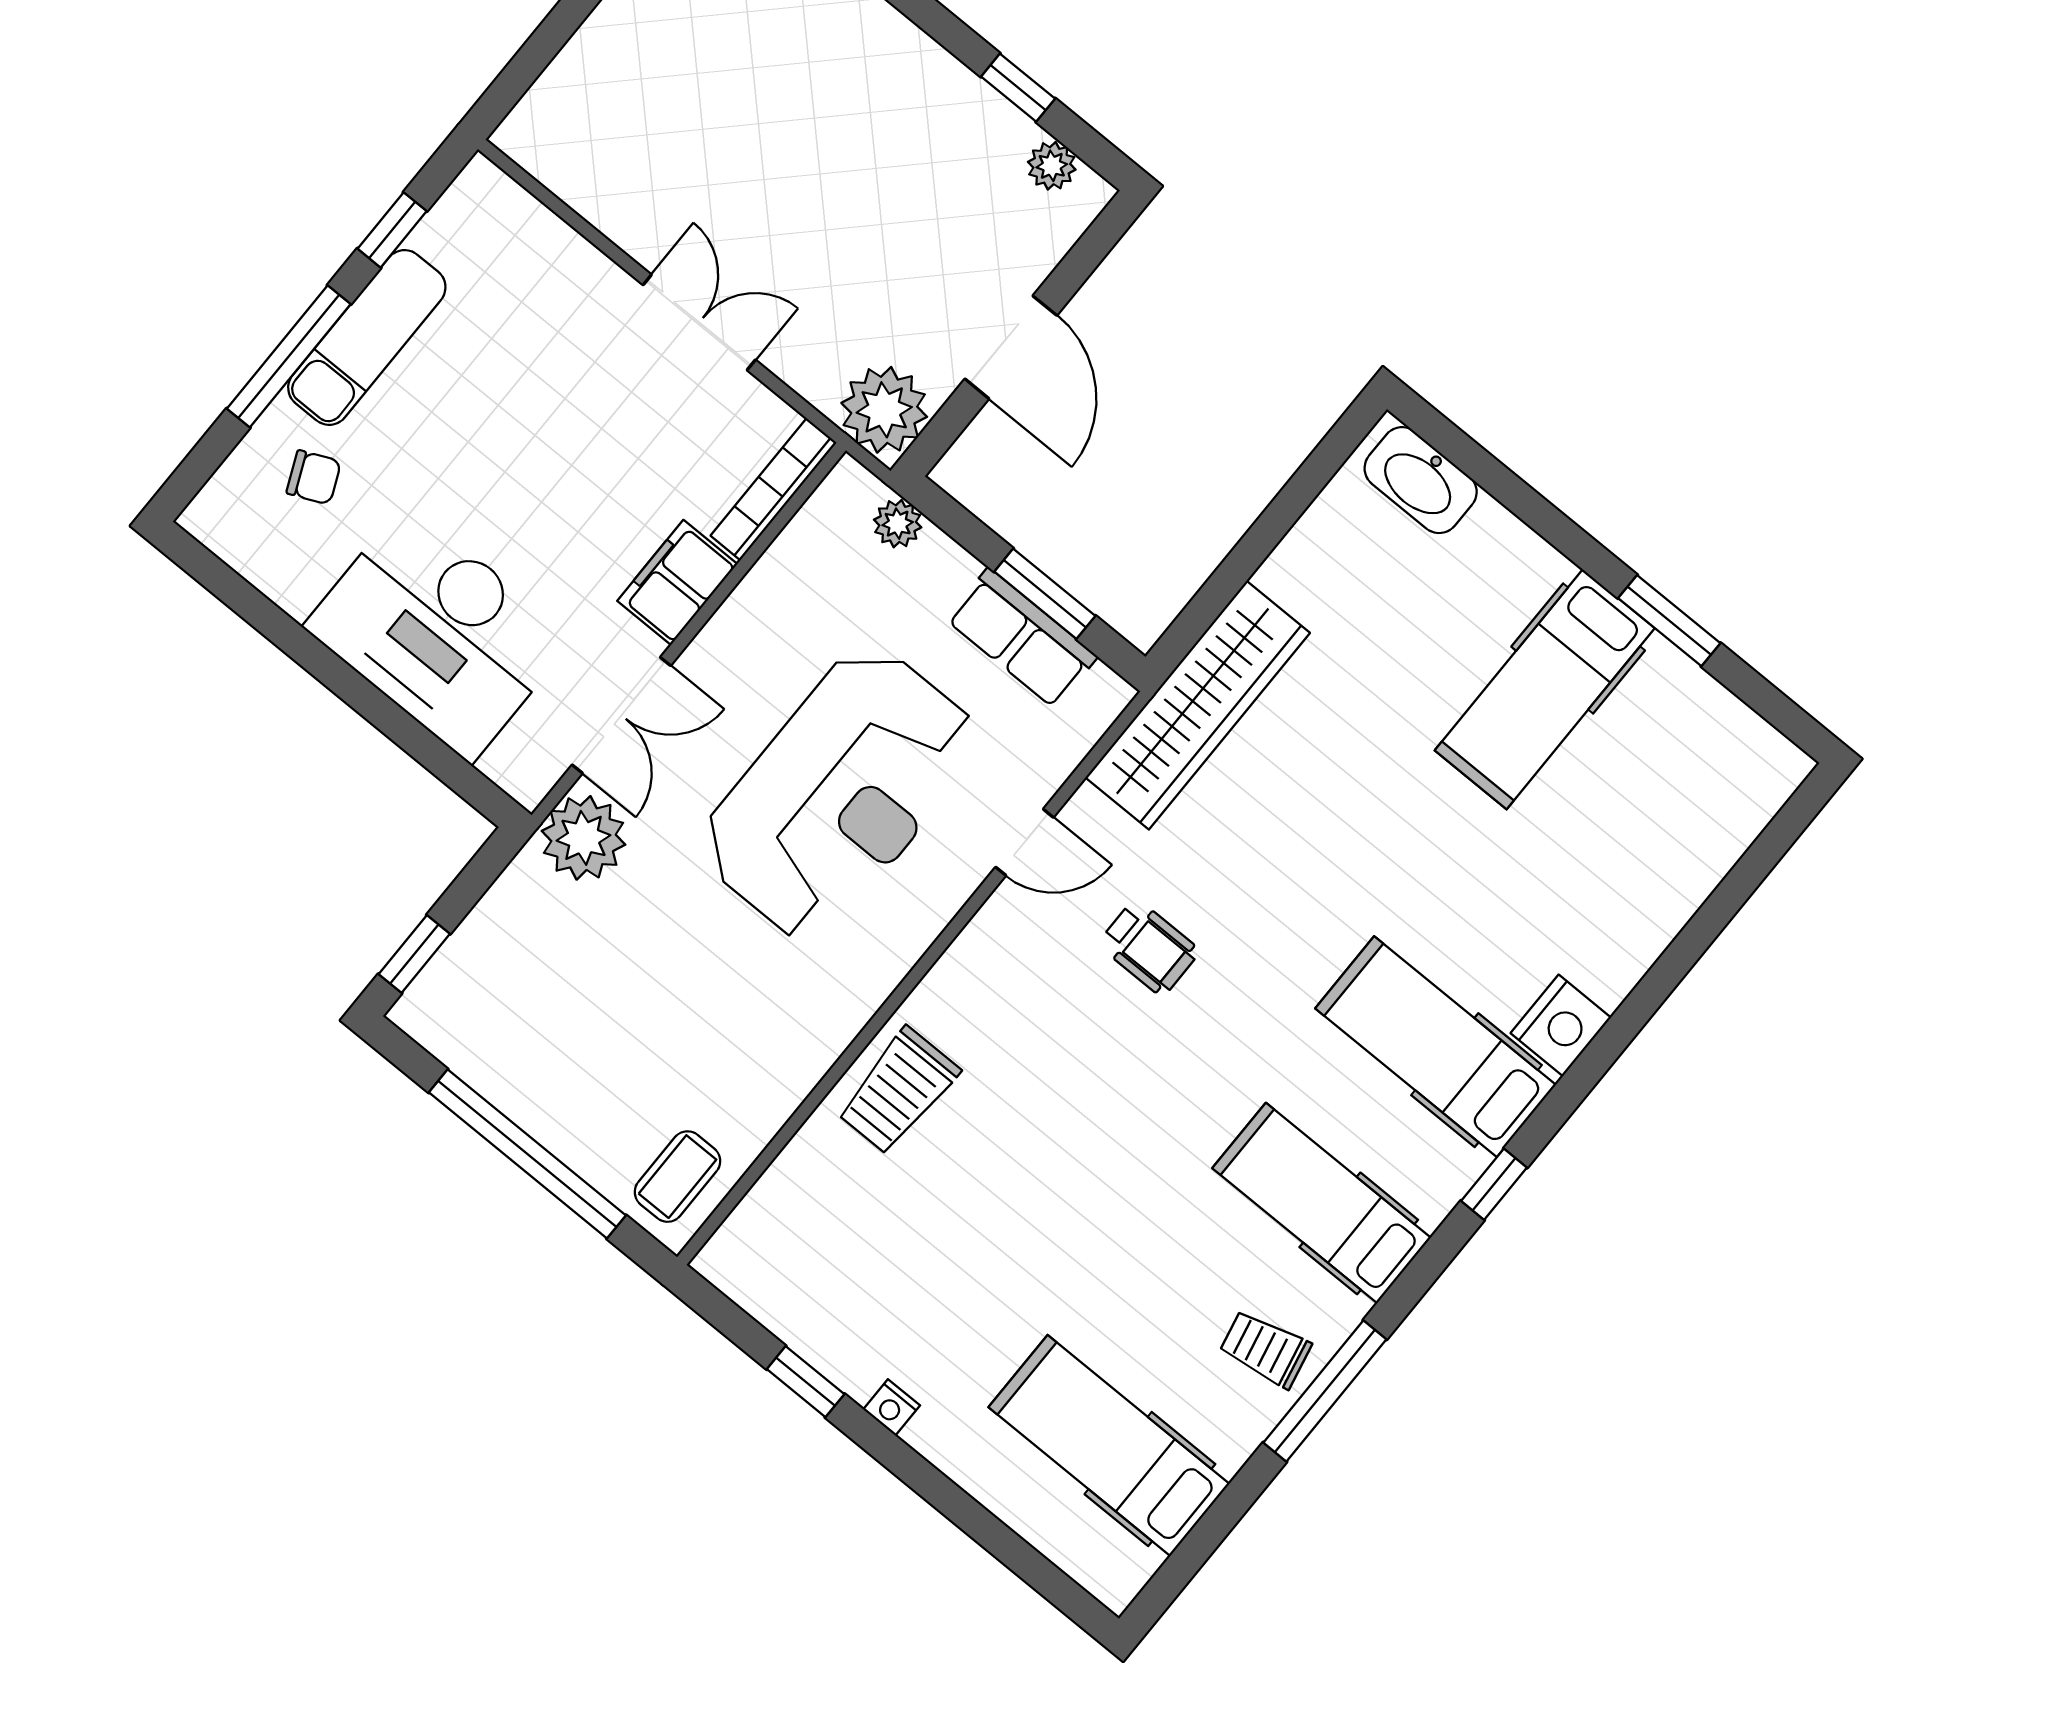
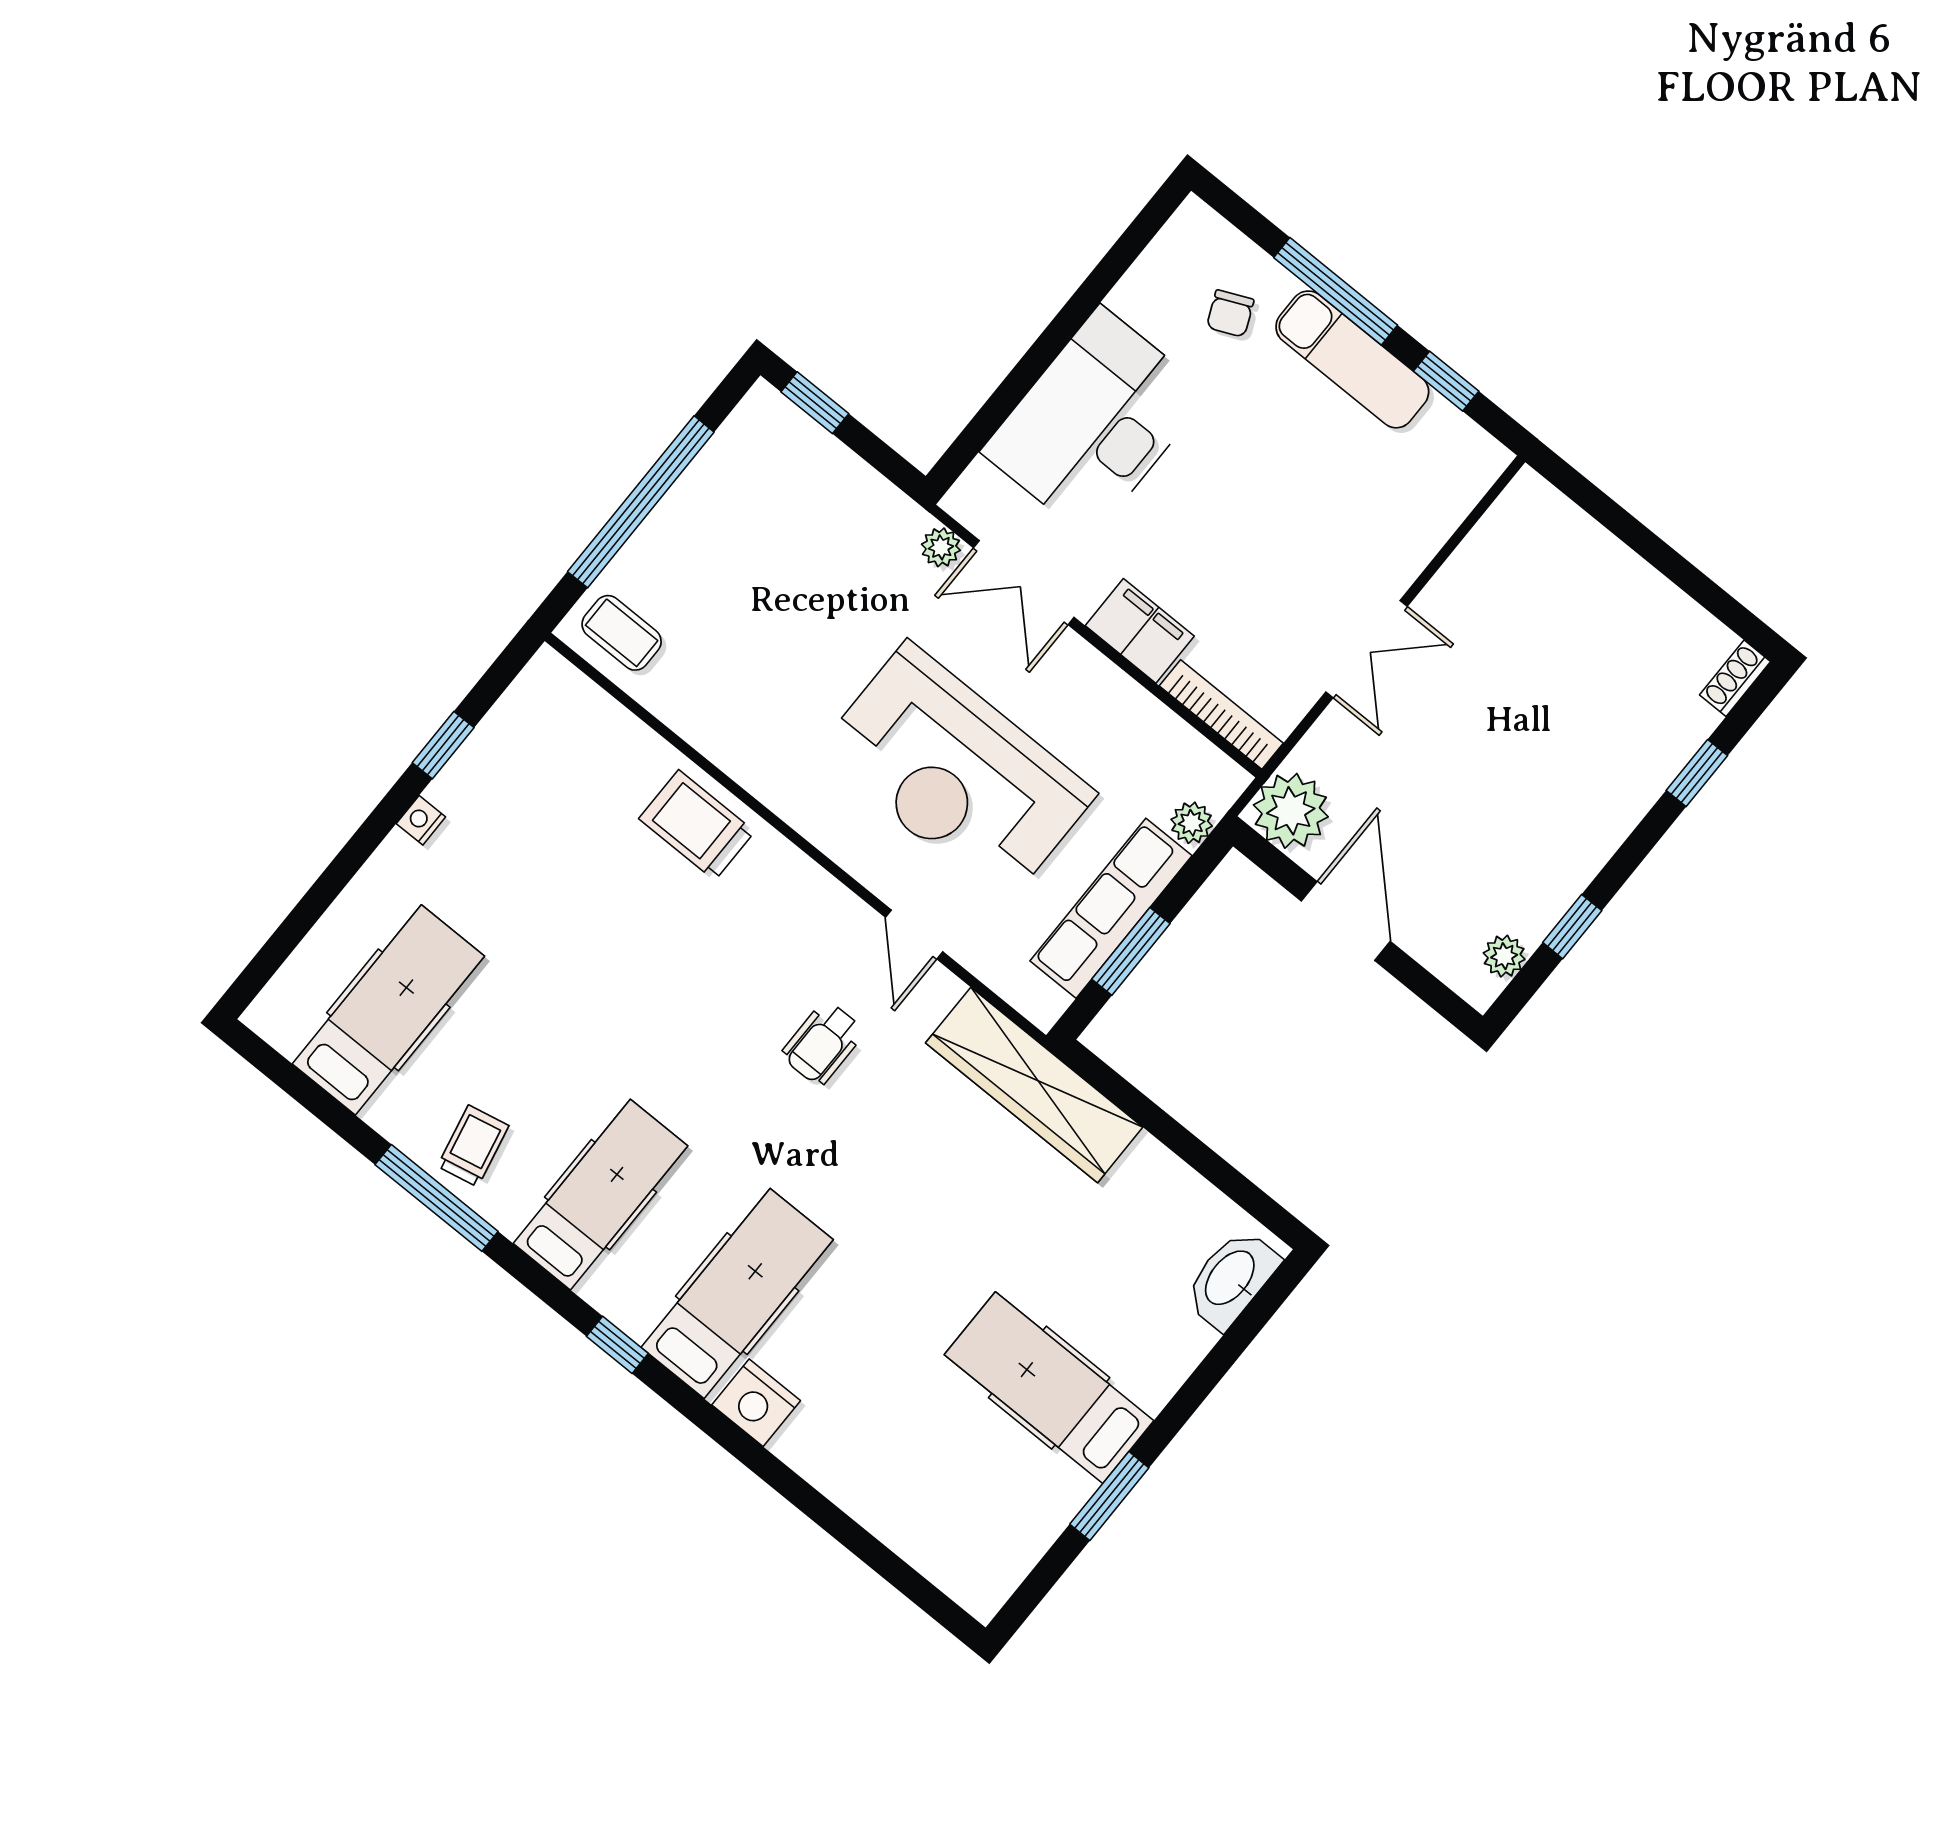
door: (1011, 347) -> (1346, 921), swing flipped
row of seats: (1022, 638) -> (1111, 908), width x1.48
plant: (584, 838) -> (941, 547), width x0.53, depth x0.53

